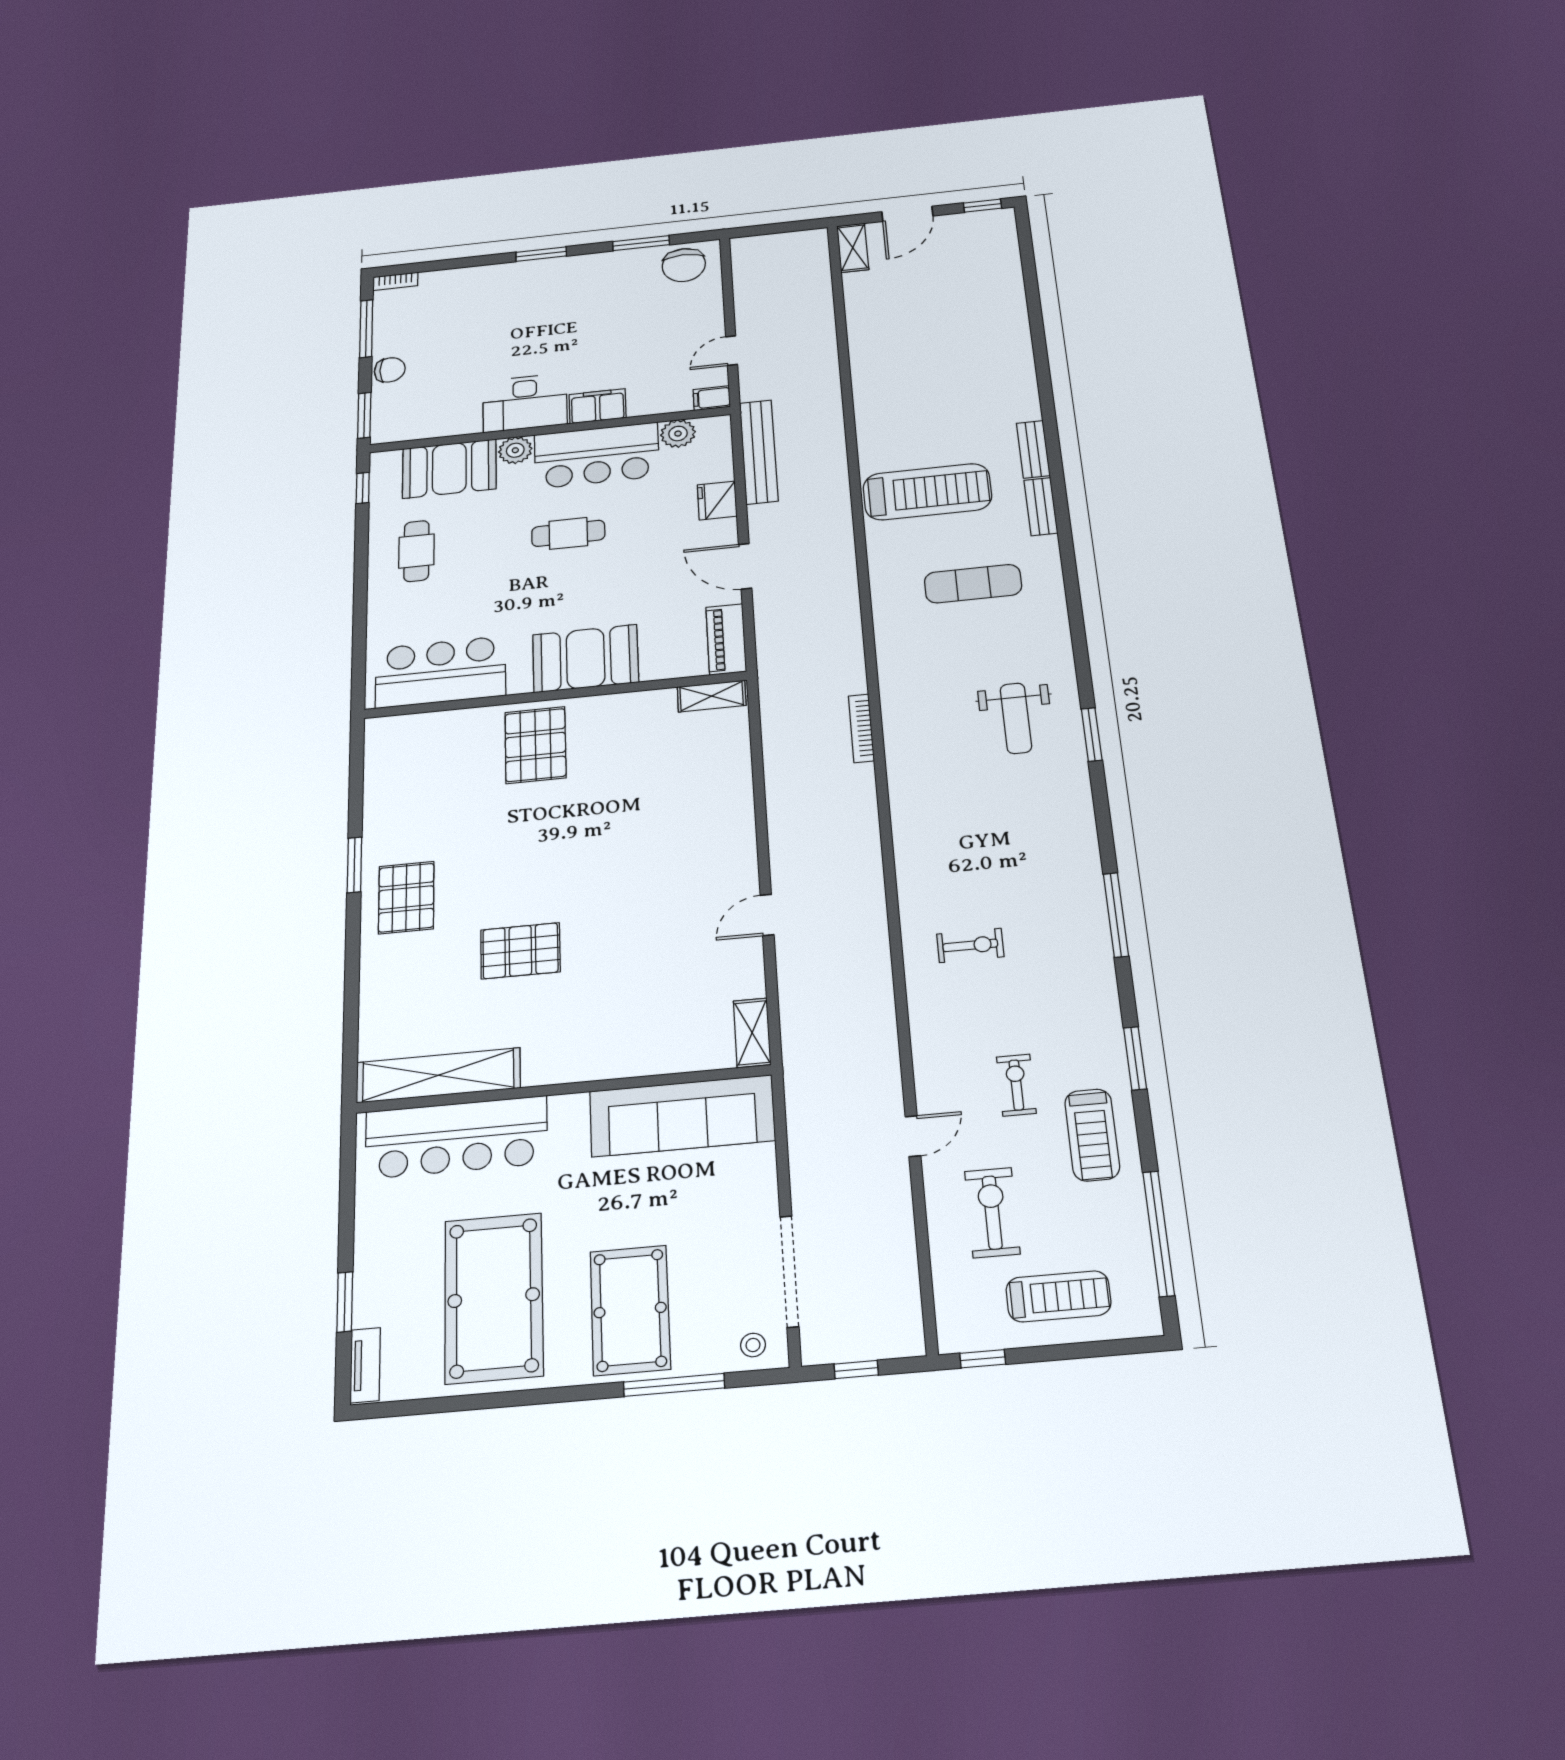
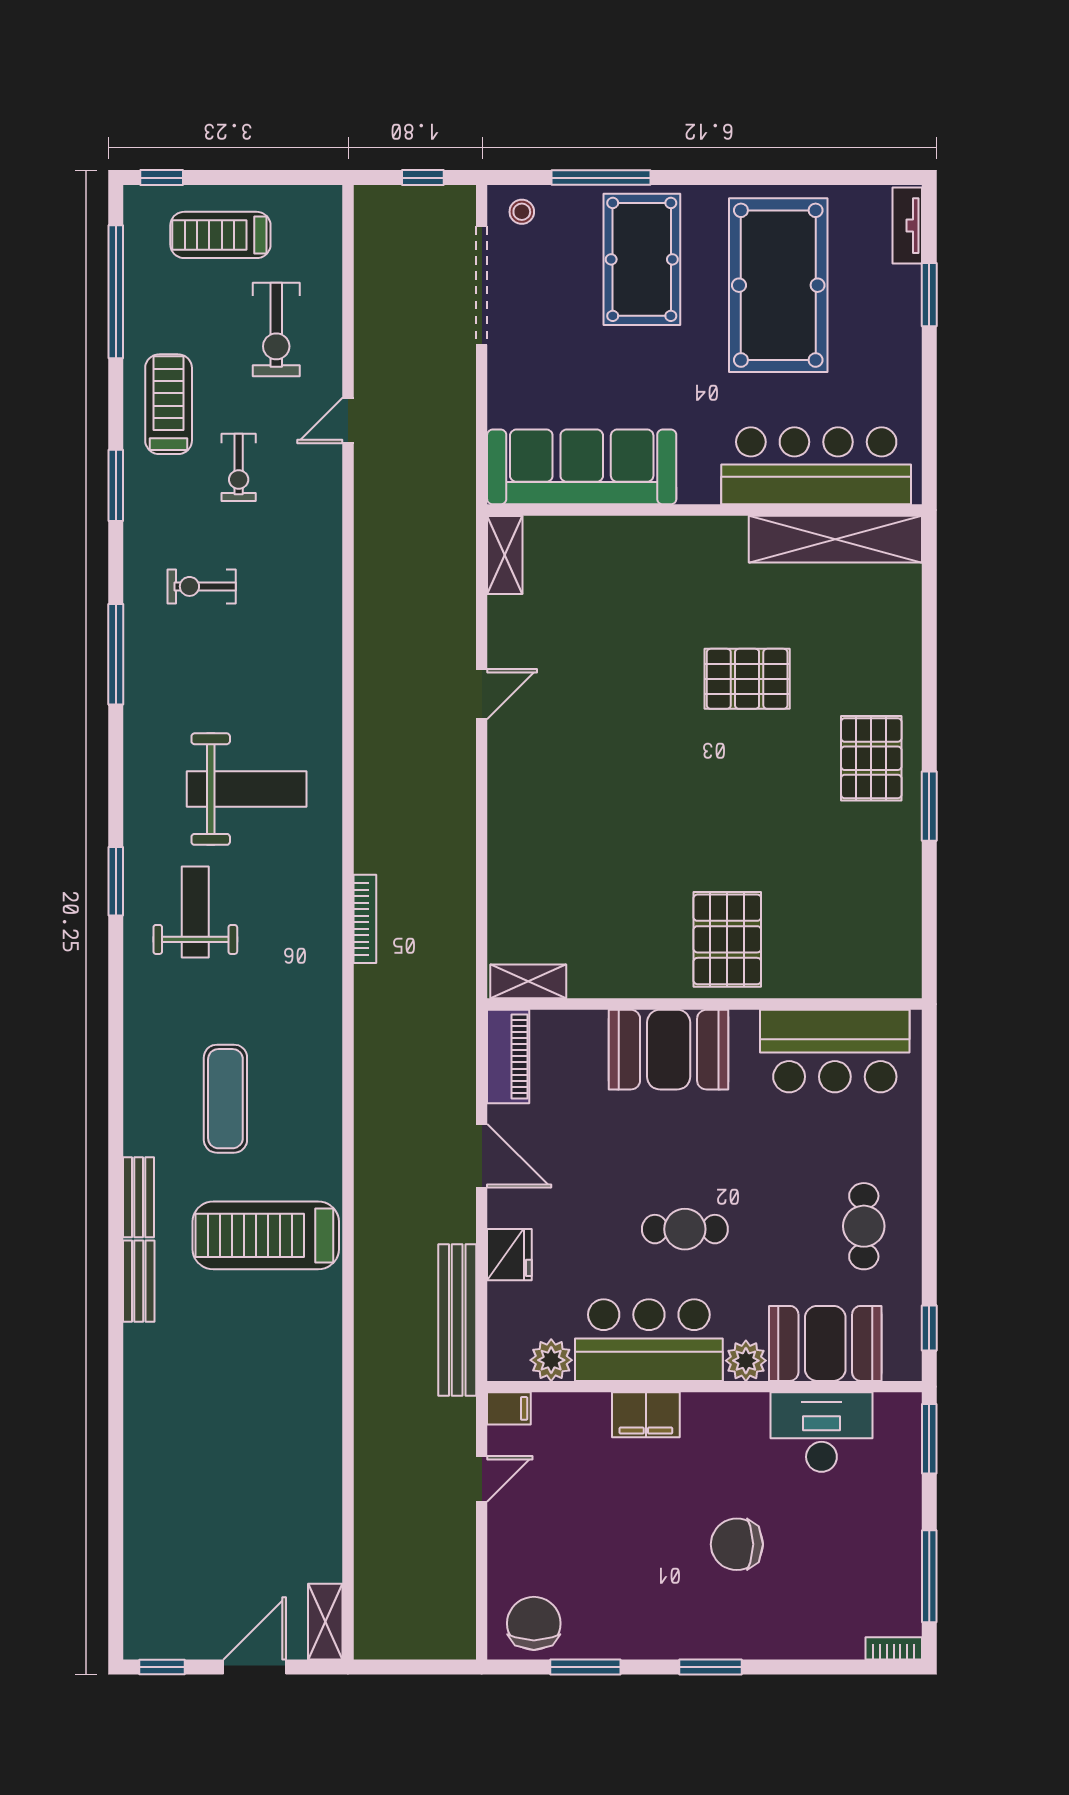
chair: (390, 370) -> (737, 1544), moved, width x1.37, depth x1.37
desk: (525, 403) -> (821, 1432), moved
exercise mat: (973, 584) -> (225, 1099), turned 90
weight bench: (979, 818) -> (247, 789), added
exercise bike: (970, 945) -> (202, 586), moved
window: (983, 1359) -> (162, 178), moved

